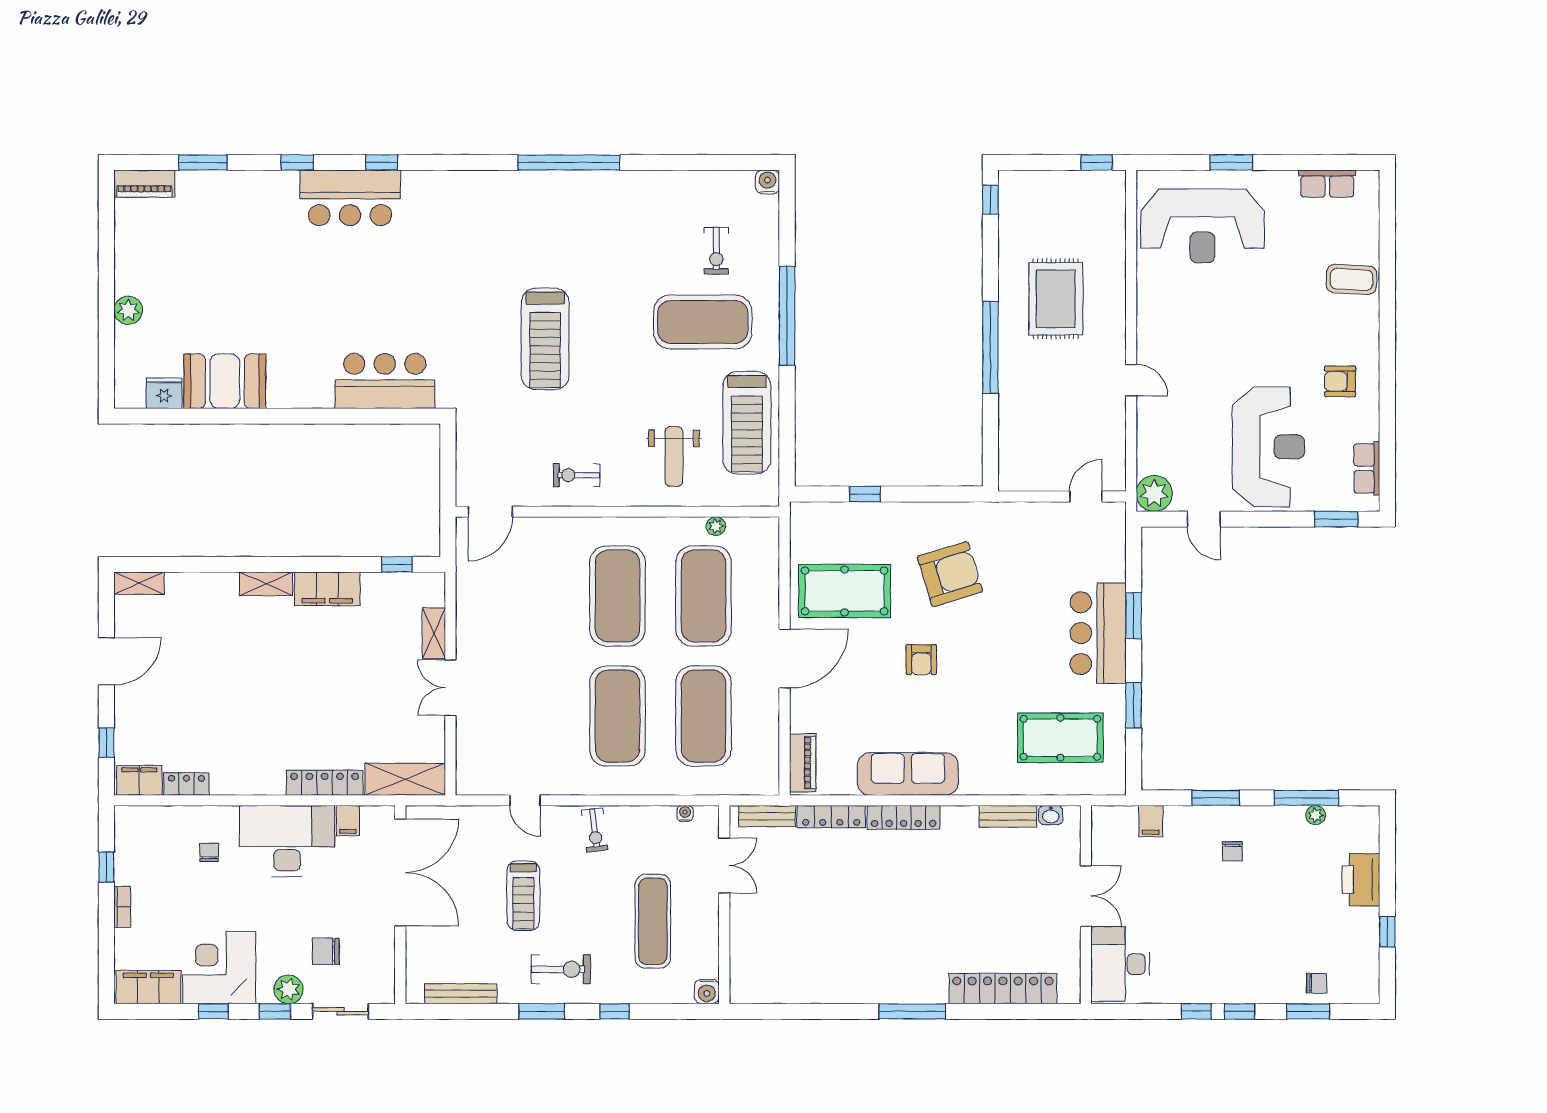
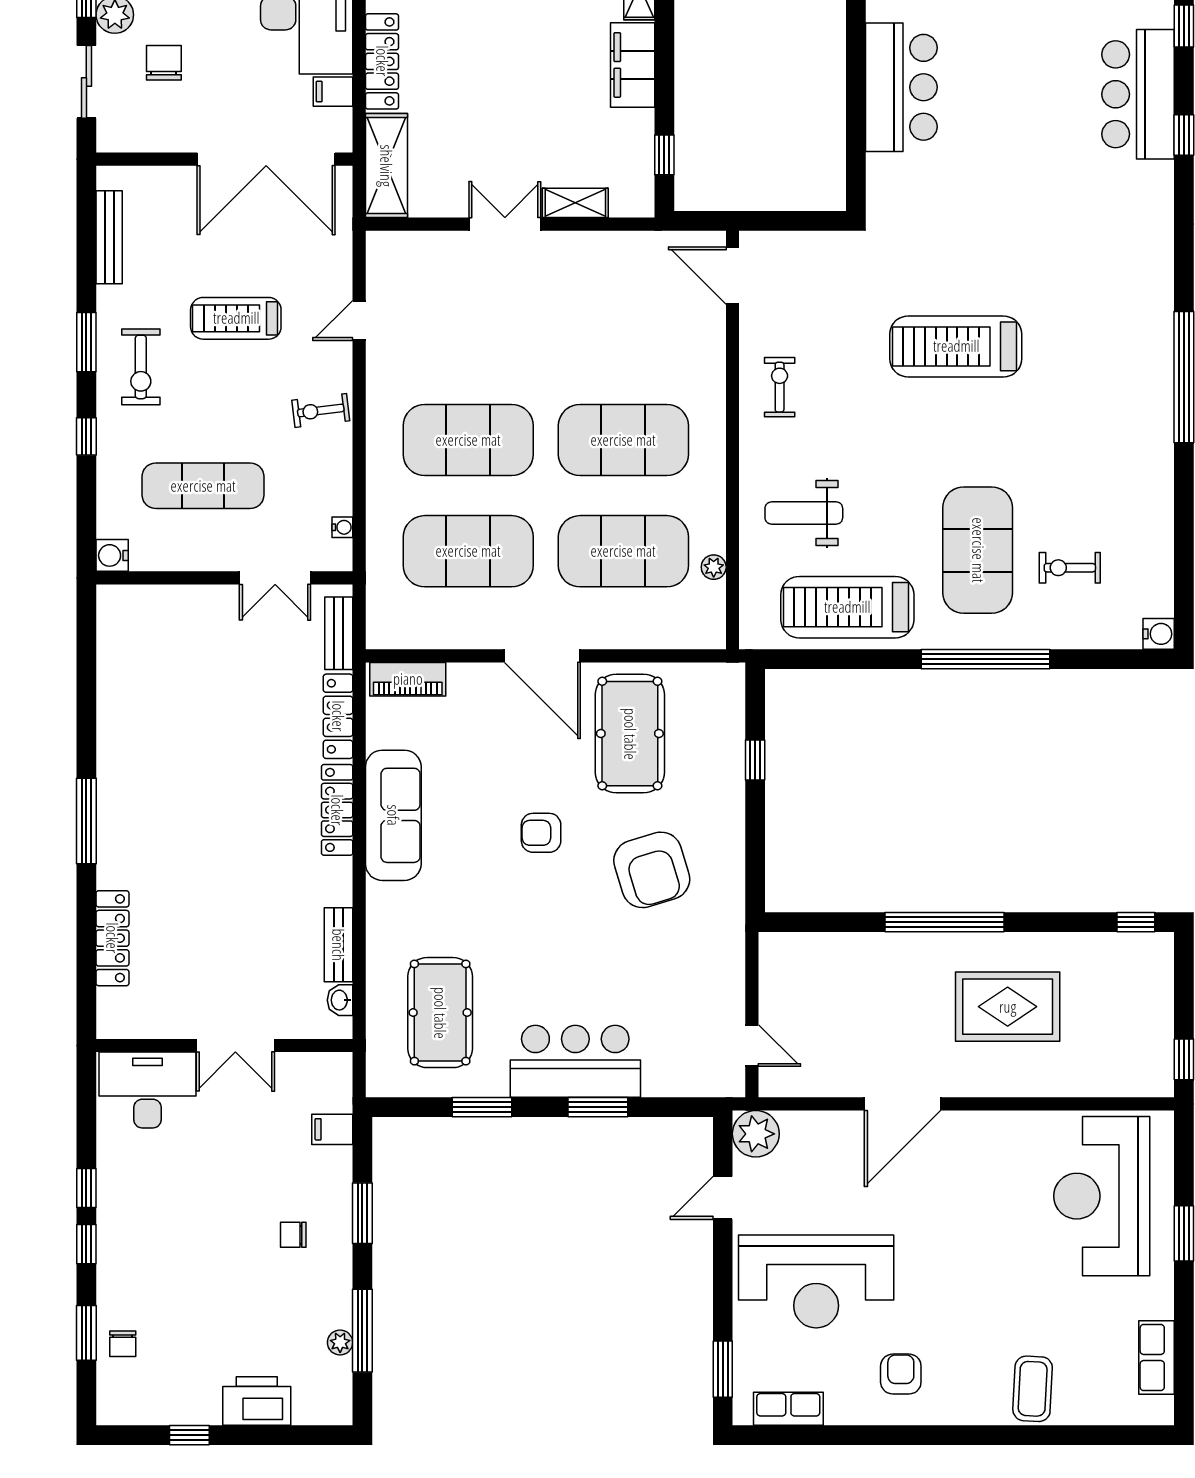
door: (1131, 380) -> (902, 1104), width x1.88
bar counter: (385, 381) -> (901, 87), moved
locker: (1003, 989) -> (112, 938), width x0.71, depth x0.83

